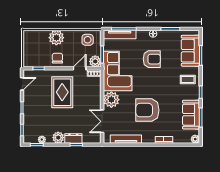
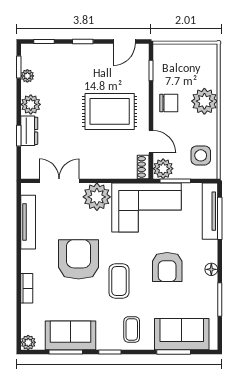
door: (22, 84) -> (124, 42), hinge flipped
coffee table: (160, 87) -> (119, 281), added

